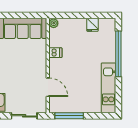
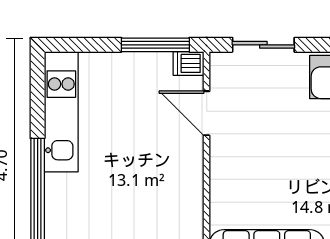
dishwasher: (55, 53) -> (189, 63), moved

